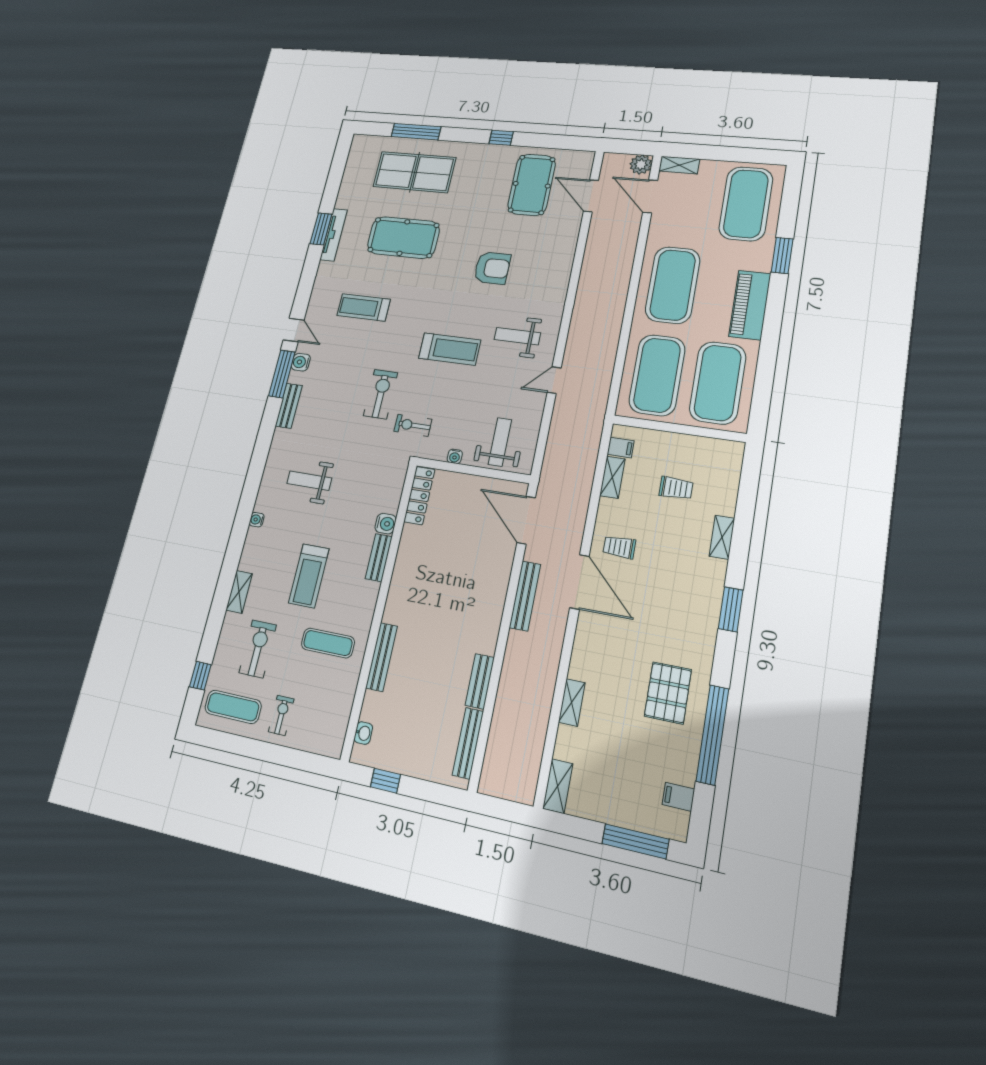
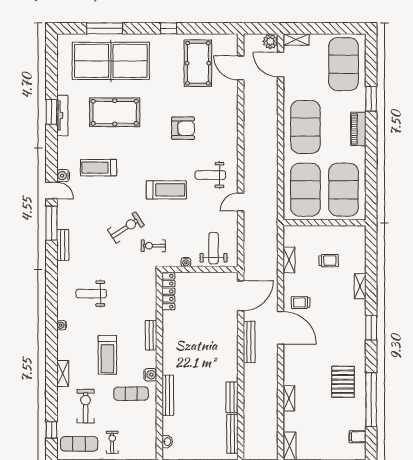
table tennis table: (414, 172) -> (111, 61), width x1.36, depth x1.32
piano: (750, 305) -> (358, 129), width x0.73, depth x0.75
water cooler: (301, 362) -> (63, 176), moved
exercise bike: (381, 394) -> (126, 228), turned 57
filing cabinet: (621, 448) -> (291, 240), removed
door: (526, 520) -> (241, 296), swing flipped
water cooler: (386, 524) -> (150, 375), moved

